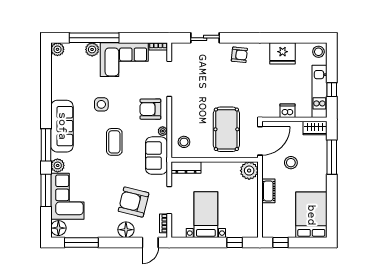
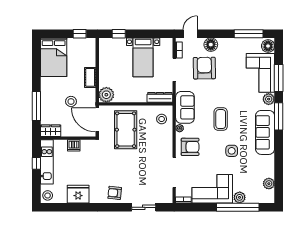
plant: (57, 49) -> (269, 184), moved
door: (260, 141) -> (97, 120), hinge flipped
armchair: (134, 202) -> (204, 68), turned -105

